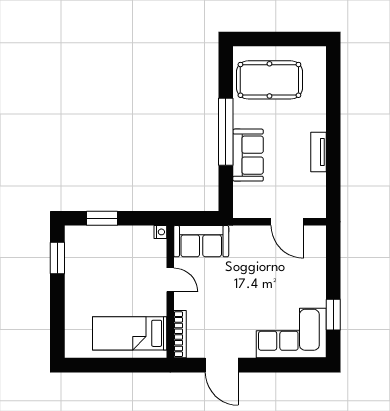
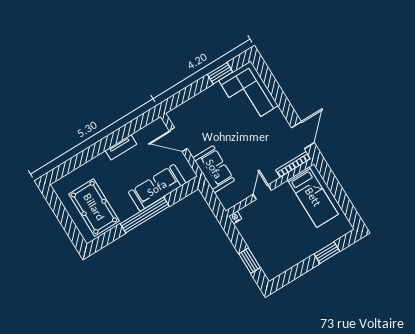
sofa: (248, 155) -> (157, 188), width x1.36
door: (287, 222) -> (178, 140), swing flipped
sofa: (201, 241) -> (214, 169), moved
window: (57, 258) -> (327, 253), moved
door: (222, 365) -> (303, 135), moved

